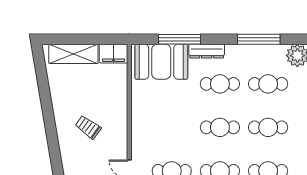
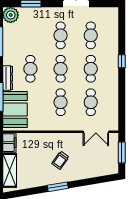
cafe table: (268, 84) -> (61, 102), moved
window: (50, 123) -> (58, 187), added

